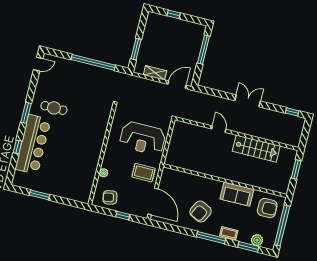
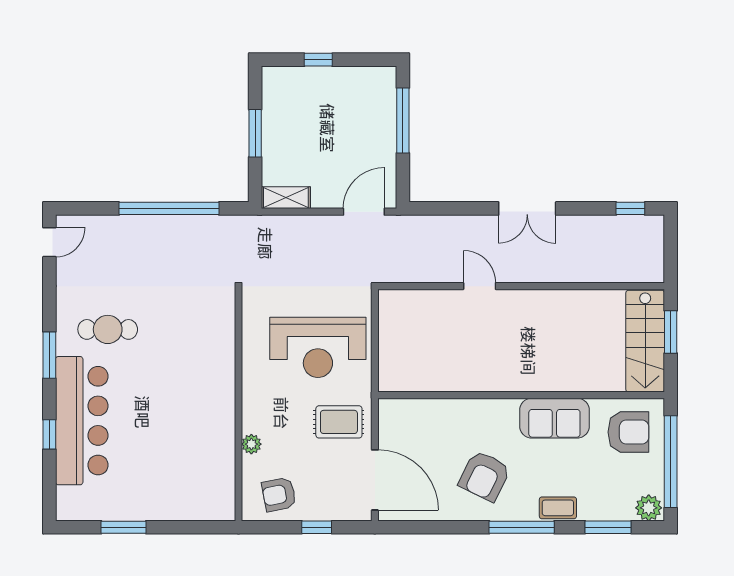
window: (136, 49) -> (255, 133), moved
shelving: (155, 73) -> (286, 198), moved
double door: (248, 101) -> (527, 208), swing flipped
stairs: (256, 149) -> (645, 341), moved, turned 90
plant: (257, 240) -> (649, 508), moved

